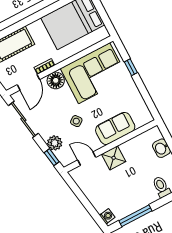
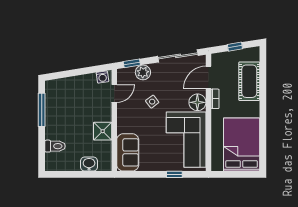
door: (28, 82) -> (209, 77), hinge flipped
sofa: (115, 128) -> (128, 152), moved
shower: (114, 158) -> (103, 131), moved
washing machine: (107, 216) -> (102, 77), moved

